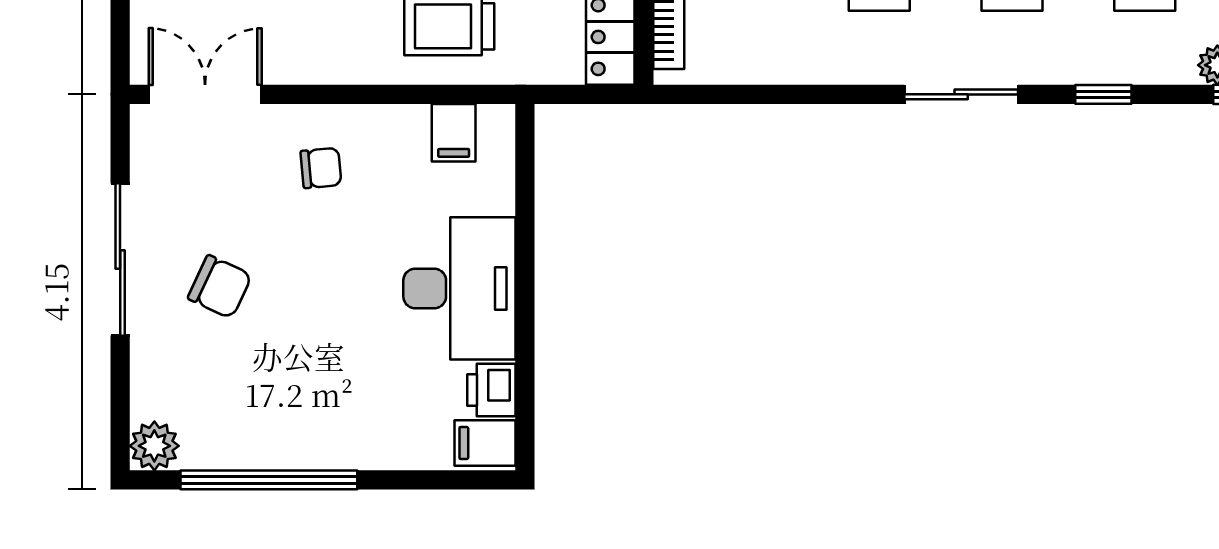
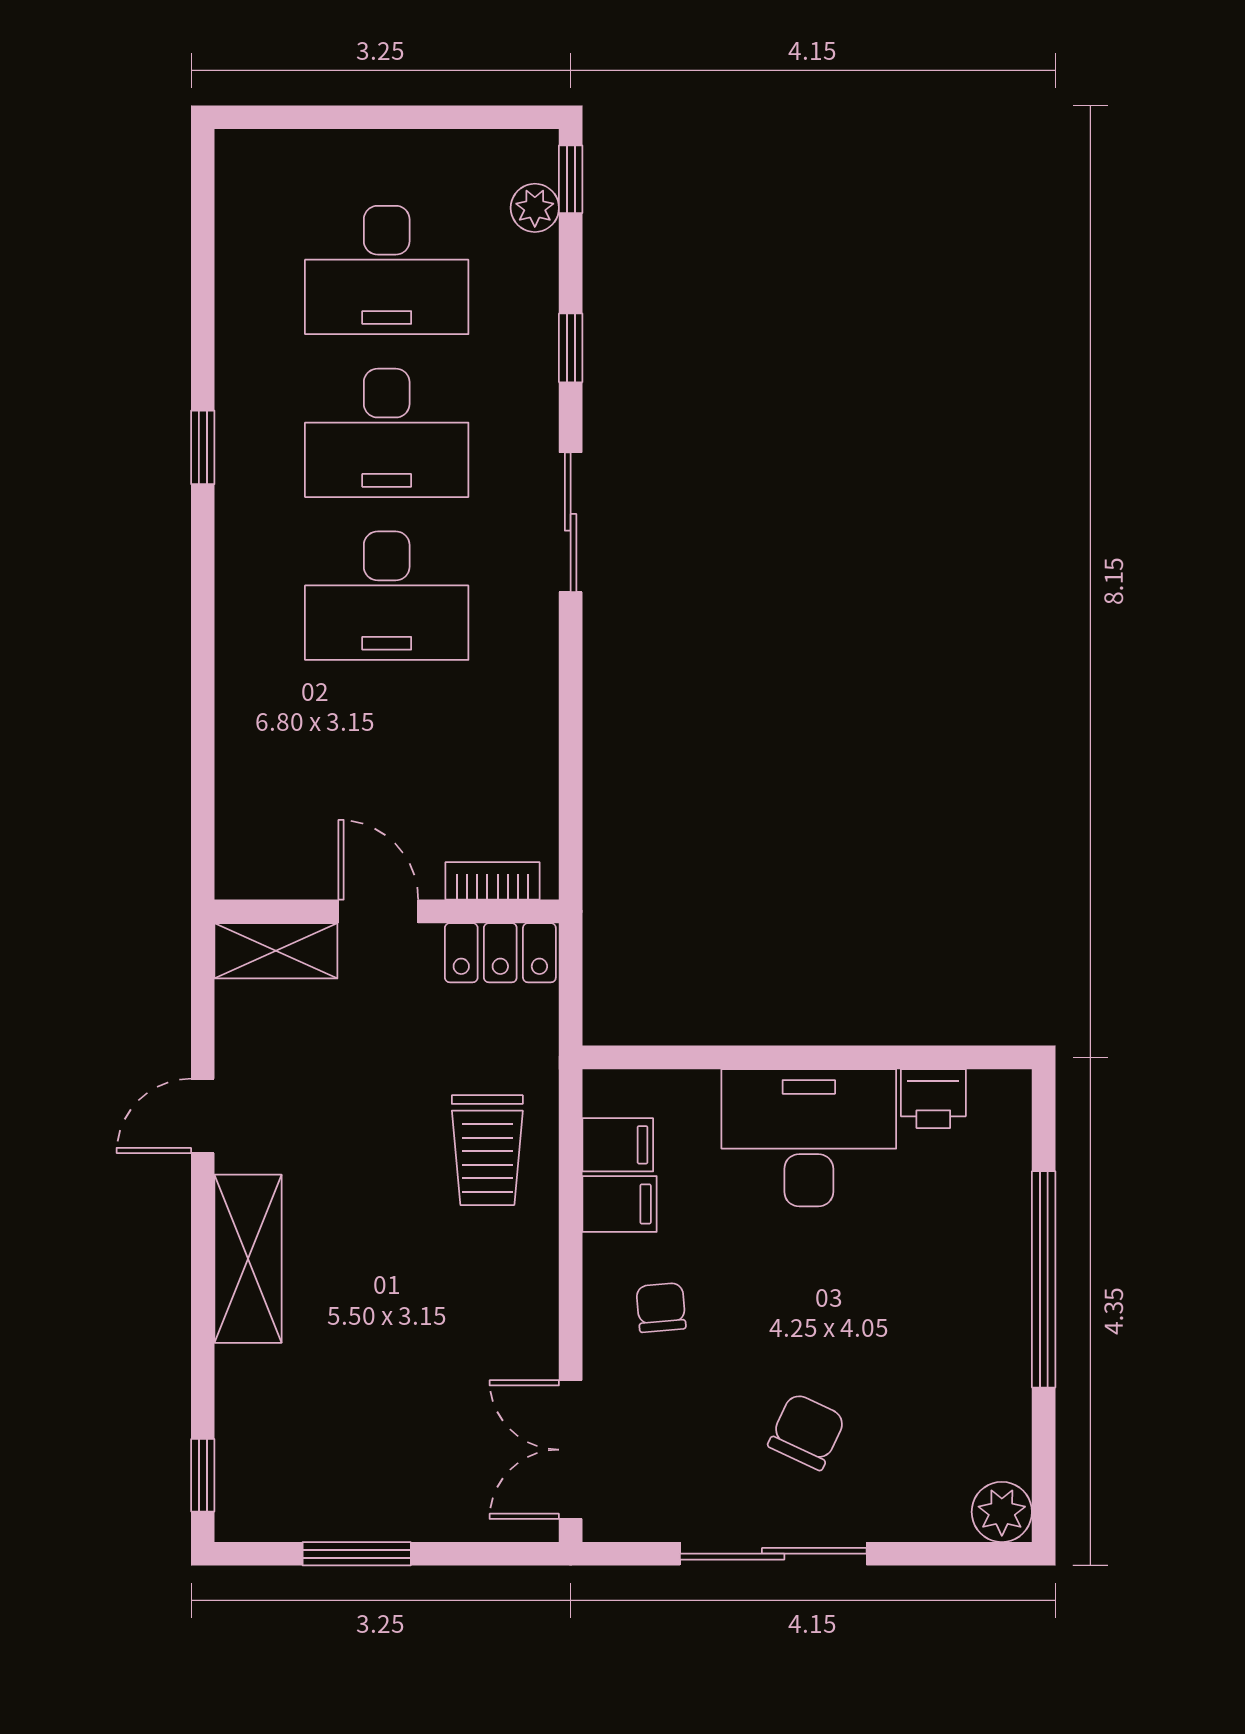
filing cabinet: (485, 443) -> (620, 1204), moved, turned -90
window: (269, 480) -> (1044, 1279), moved

